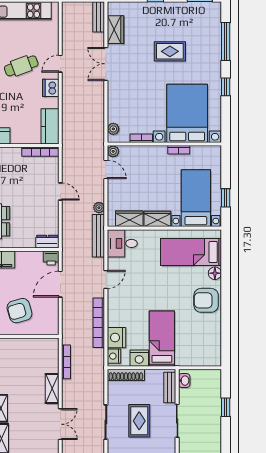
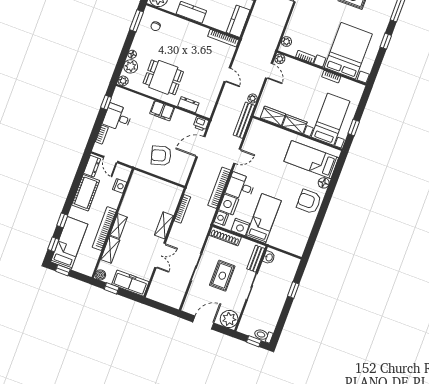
dresser: (47, 242) -> (188, 105), moved
desk: (122, 243) -> (240, 186), moved

